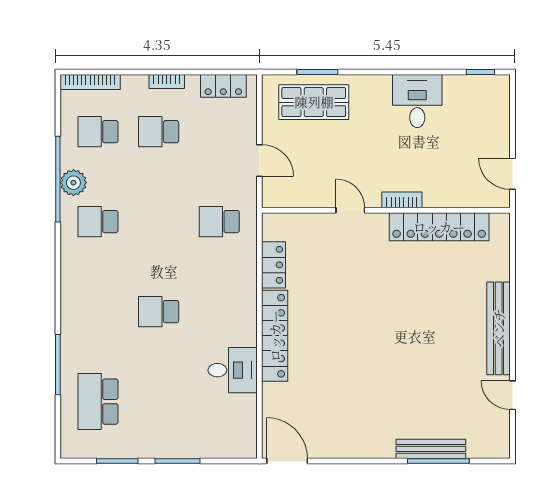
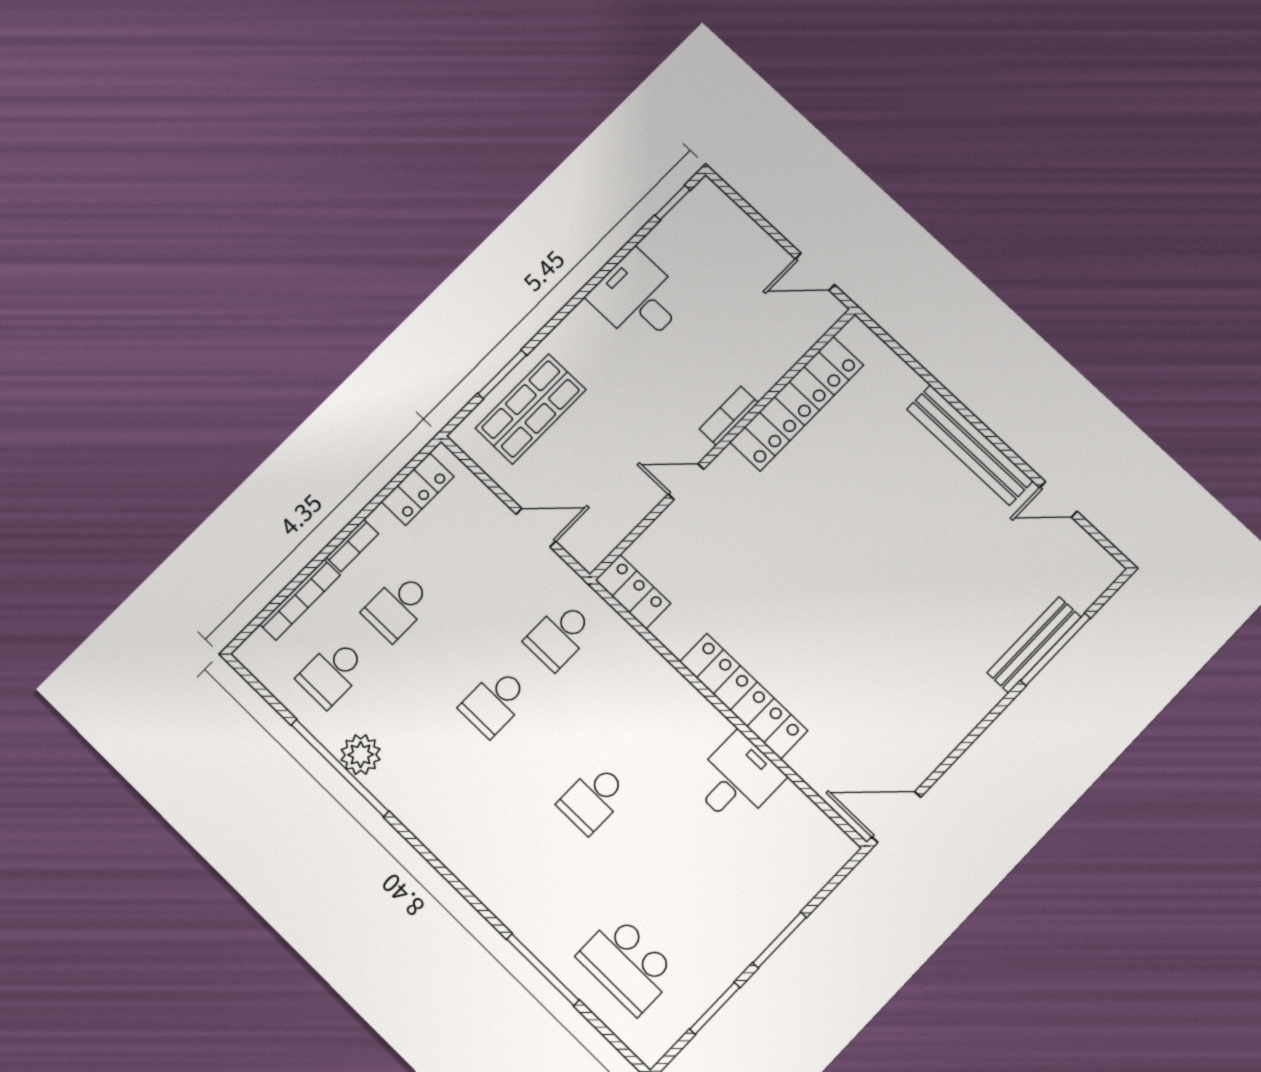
bookcase: (90, 82) -> (300, 600), moved
school desk: (98, 222) -> (495, 702), moved
locker: (273, 265) -> (633, 592), moved

